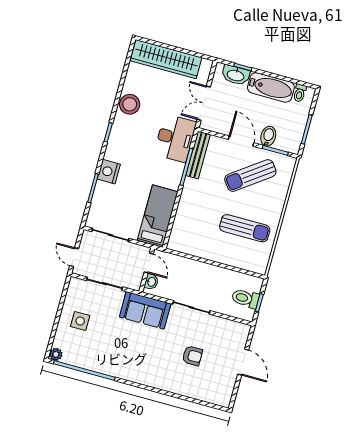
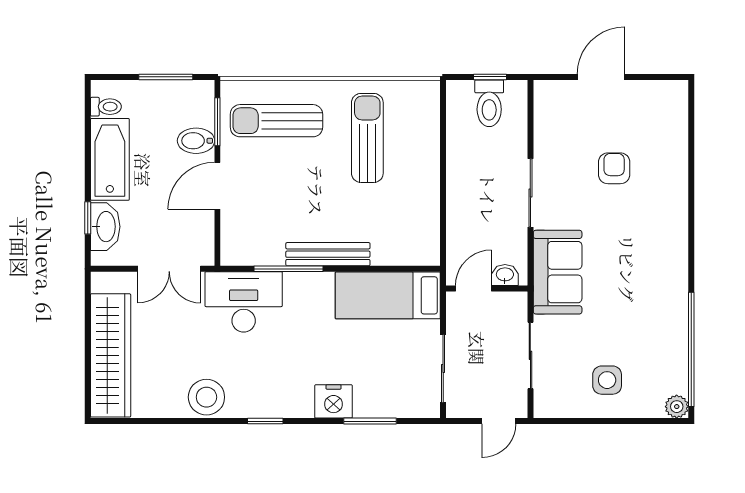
bench: (198, 155) -> (328, 254), moved
sun lounger: (250, 175) -> (276, 121), moved, turned 126

